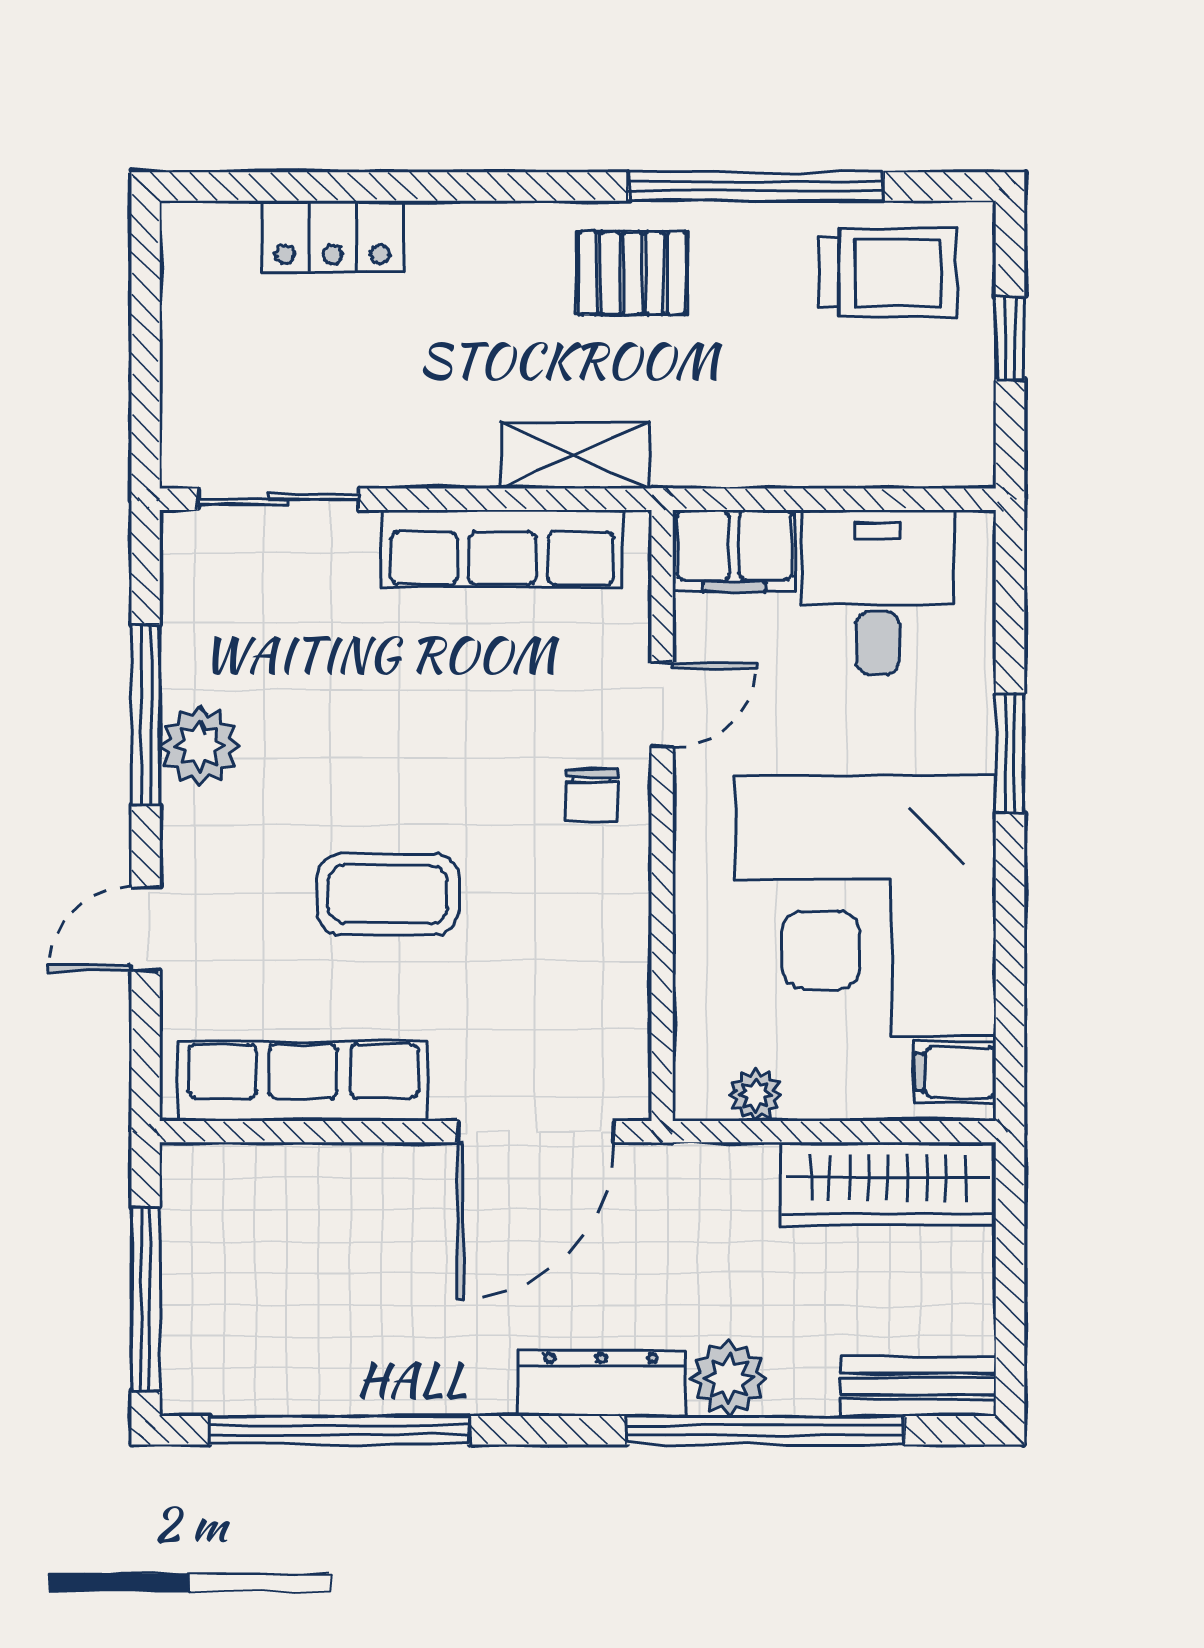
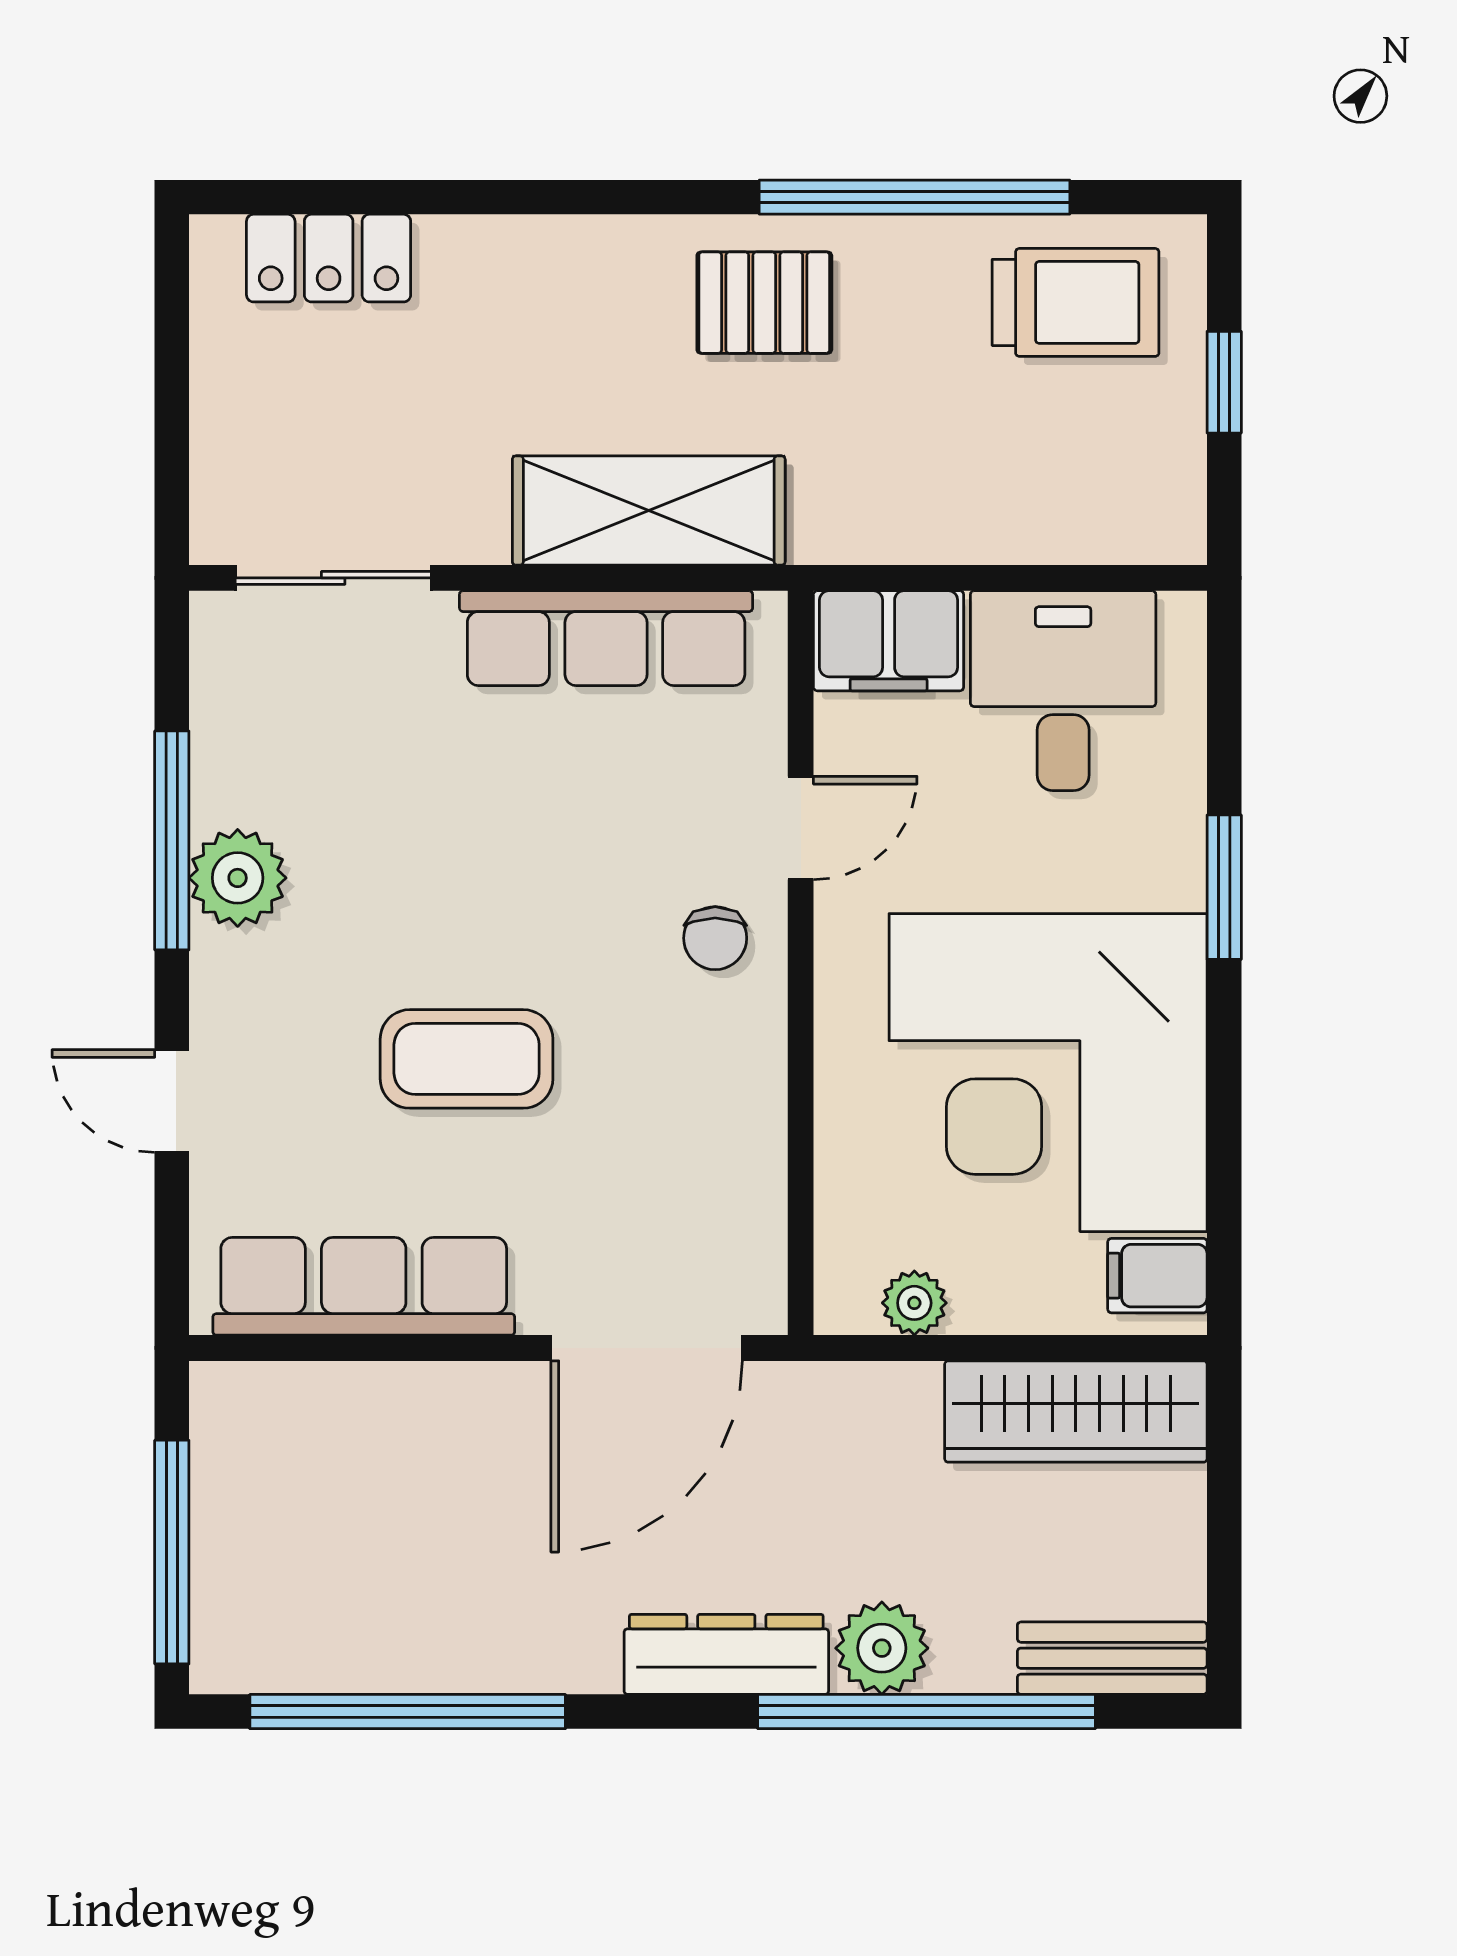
locker: (333, 237) -> (329, 258), moved
shelving: (575, 455) -> (649, 511), width x1.50, depth x1.33
door: (146, 929) -> (172, 1101), hinge flipped

